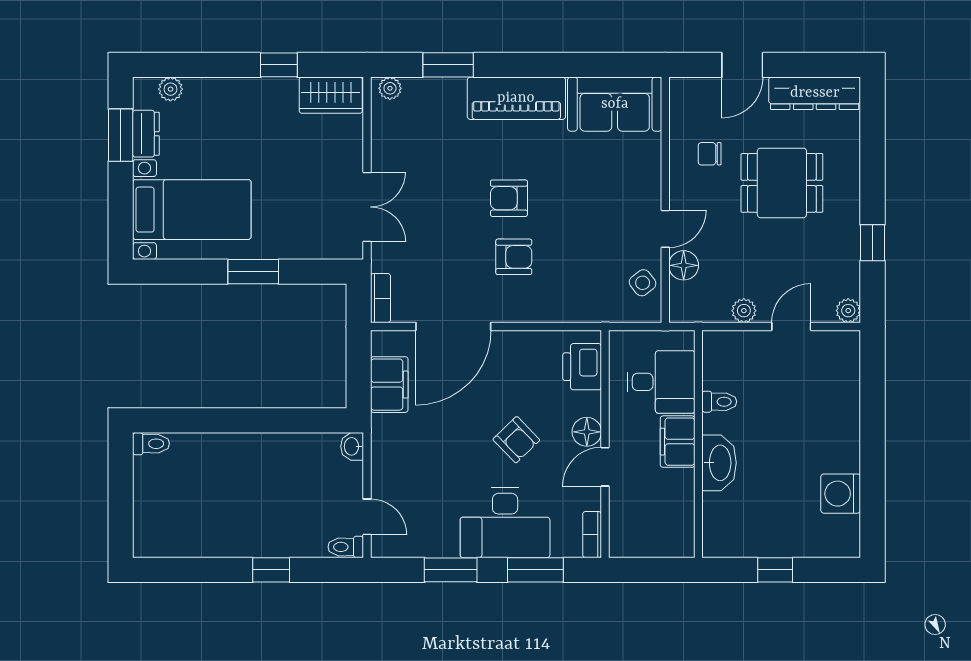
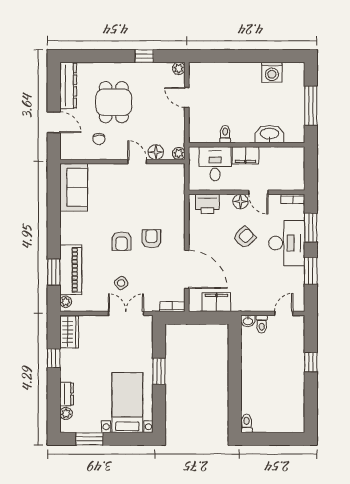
piano: (516, 98) -> (71, 270), moved
dresser: (146, 134) -> (67, 394), moved, turned 90
side table: (643, 283) -> (121, 283), moved
plant: (744, 311) -> (179, 154), moved
washbasin: (719, 463) -> (270, 134), moved
toilet: (346, 547) -> (262, 324), moved
window: (775, 570) -> (311, 106), width x2.17

